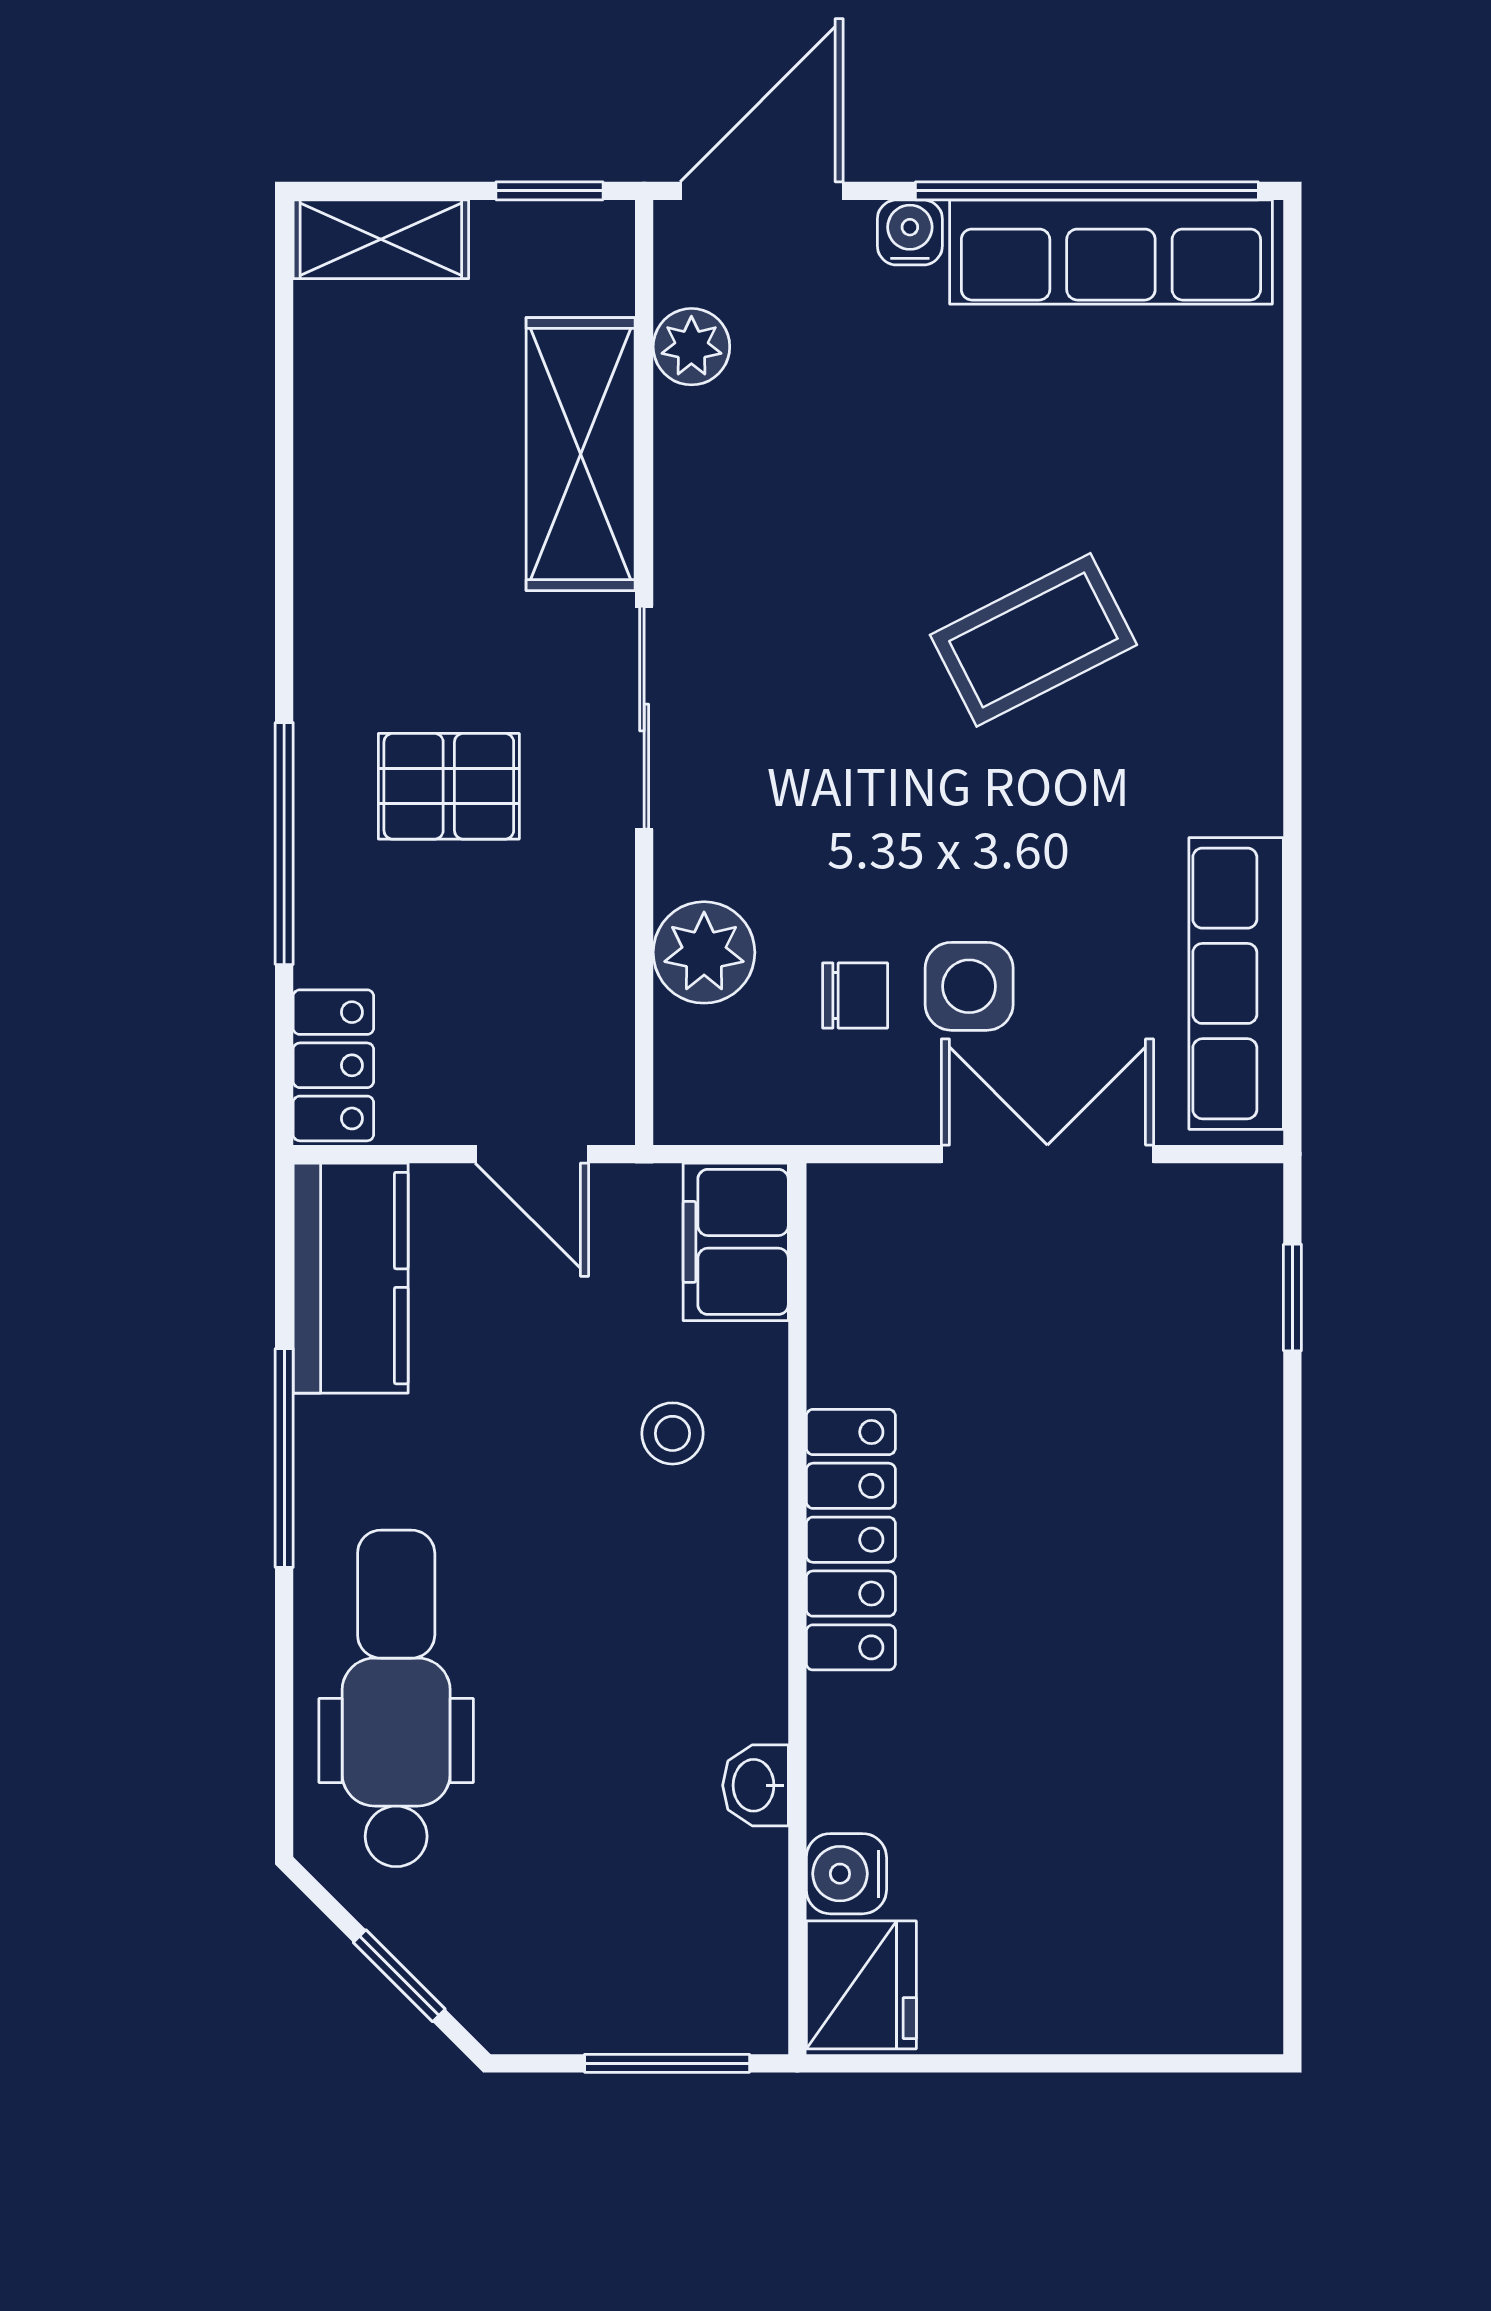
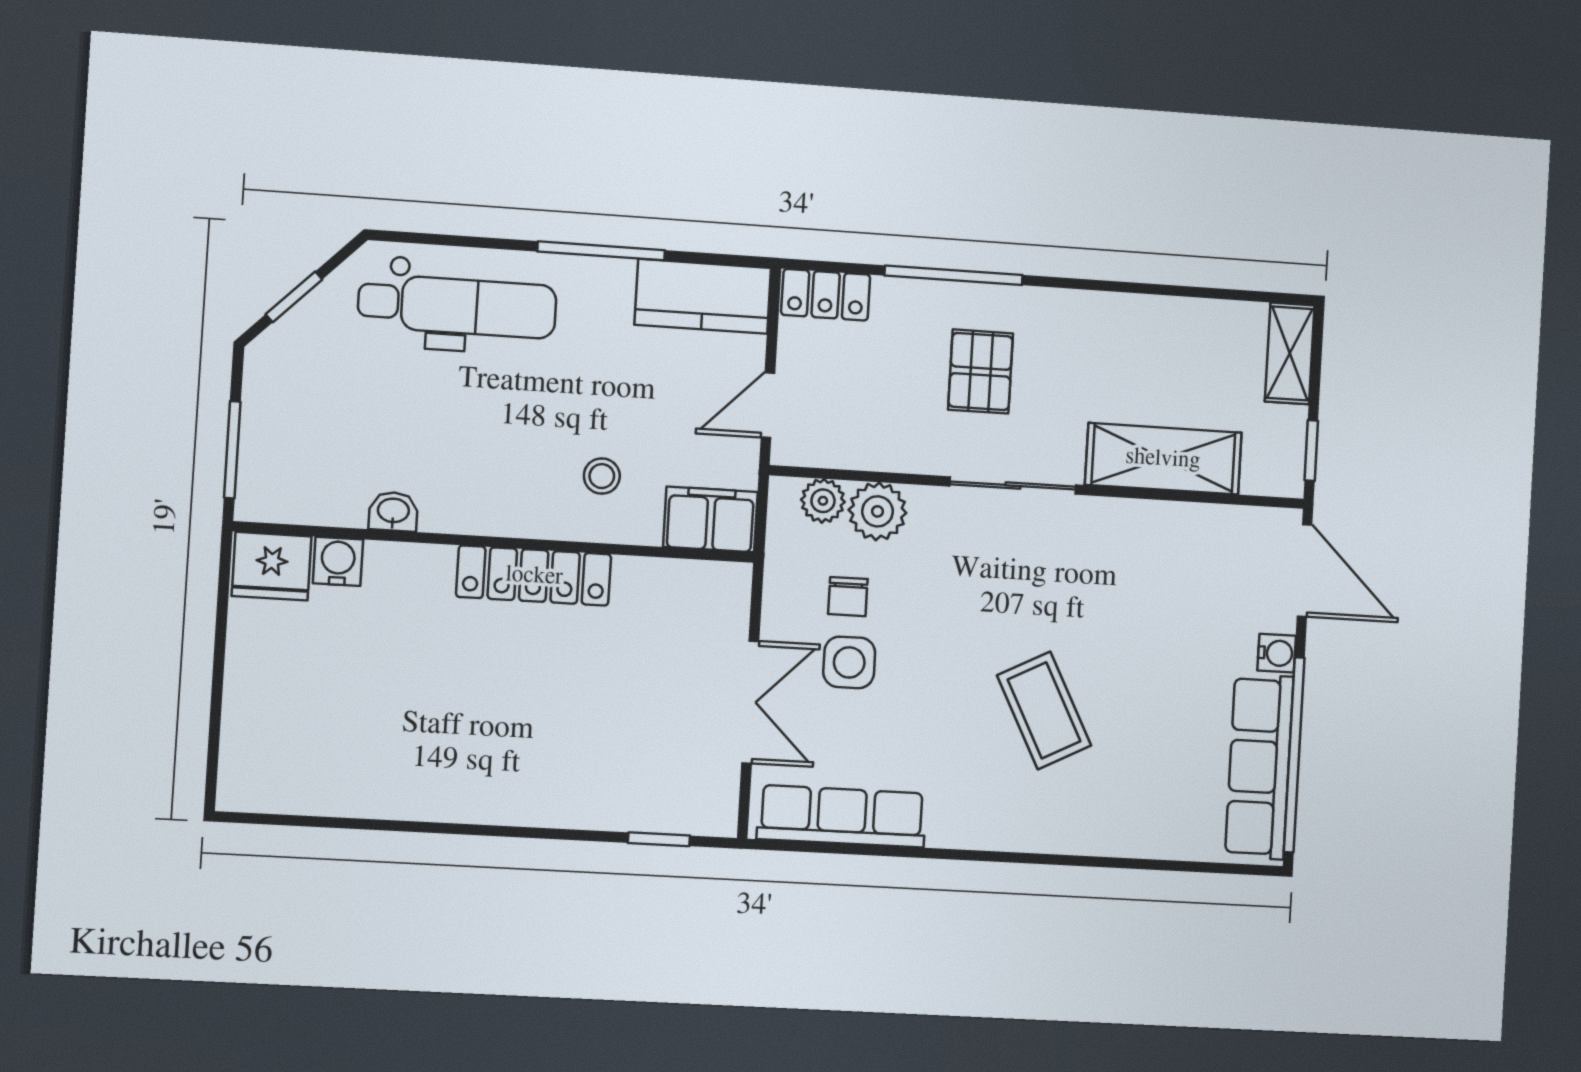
plant: (691, 347) -> (823, 501), moved

